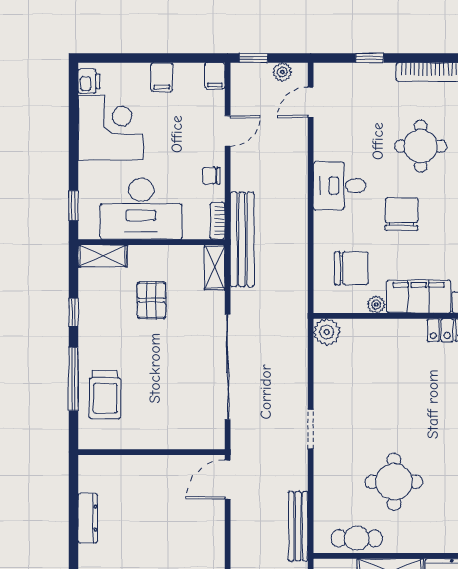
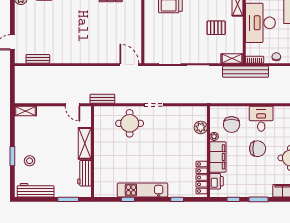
desk: (340, 186) -> (261, 119), moved
plant: (327, 332) -> (201, 127), moved
round table: (394, 482) -> (130, 123), moved
bench: (298, 526) -> (102, 99), width x0.73
cafe table: (357, 538) -> (101, 127), removed

